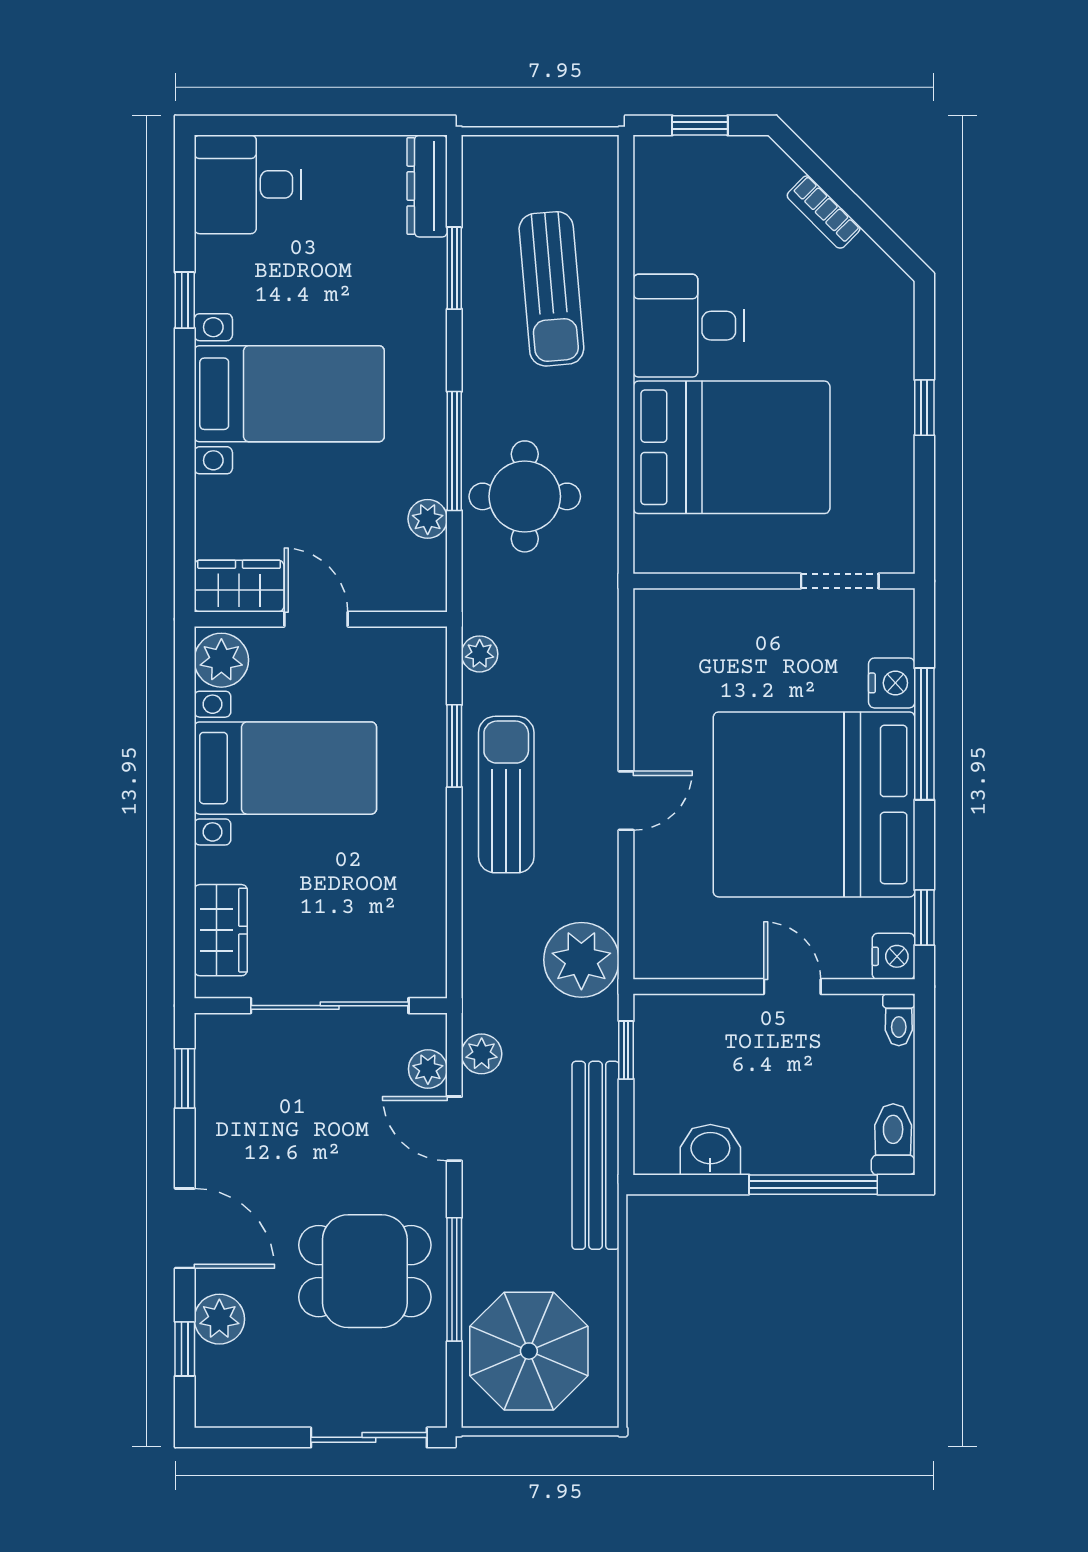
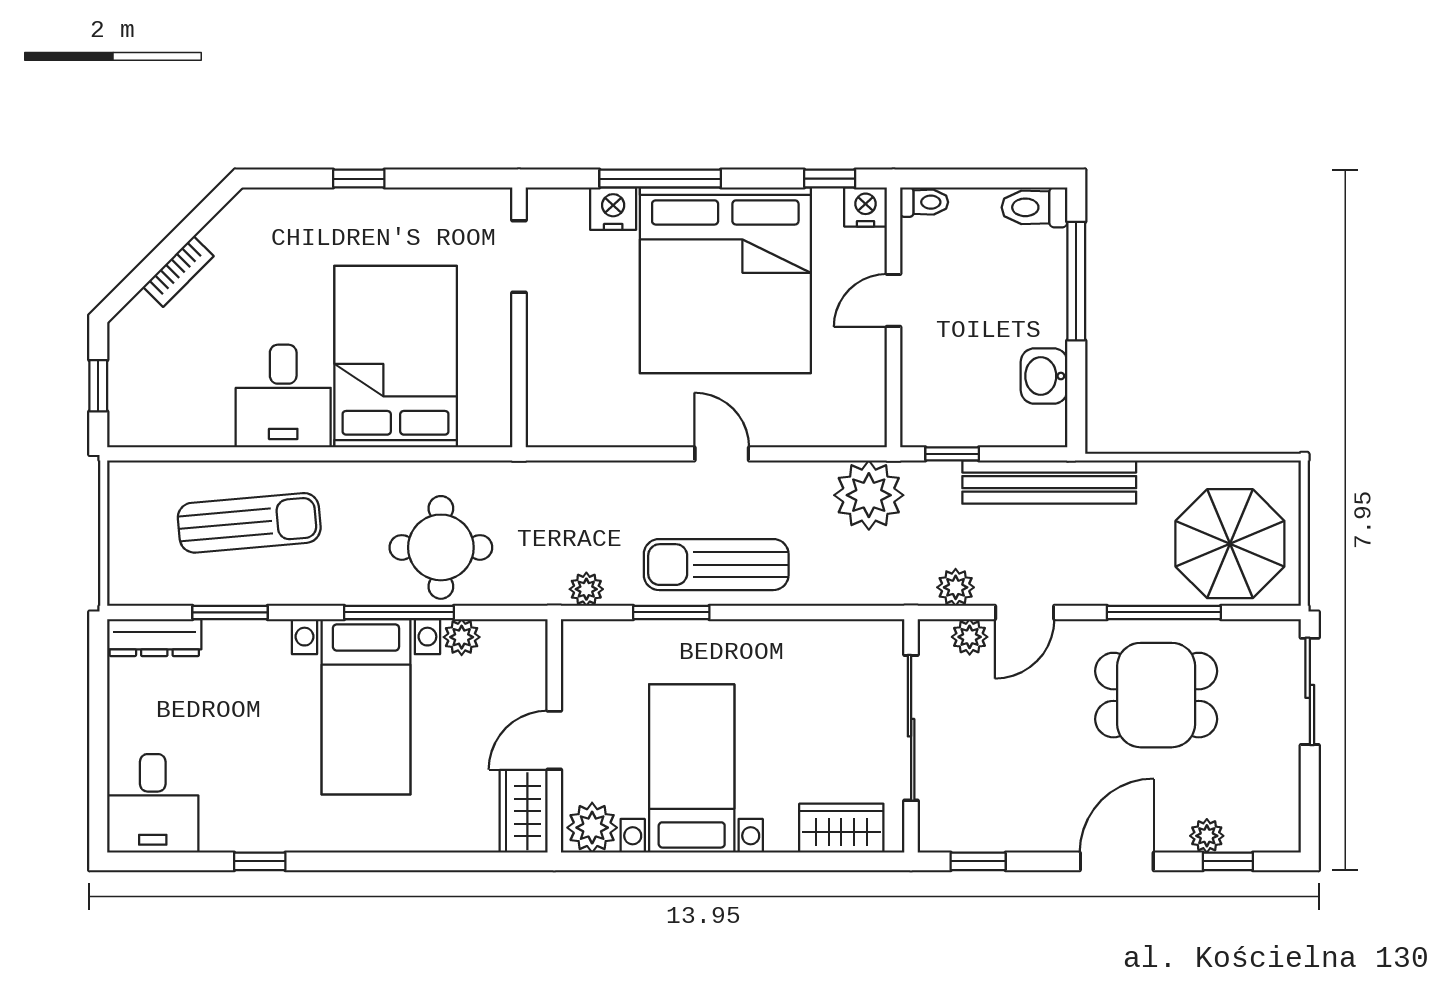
bed with nightstands: (289, 394) -> (366, 707), moved, turned 180
dining table: (365, 1271) -> (1156, 695), turned 90
plant: (219, 1319) -> (1207, 836), width x0.73, depth x0.73

